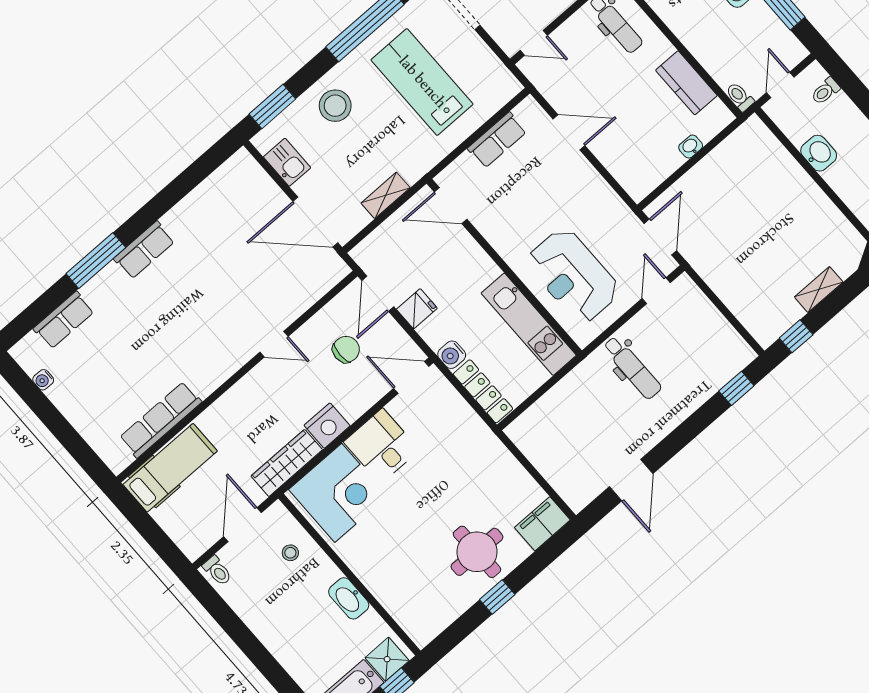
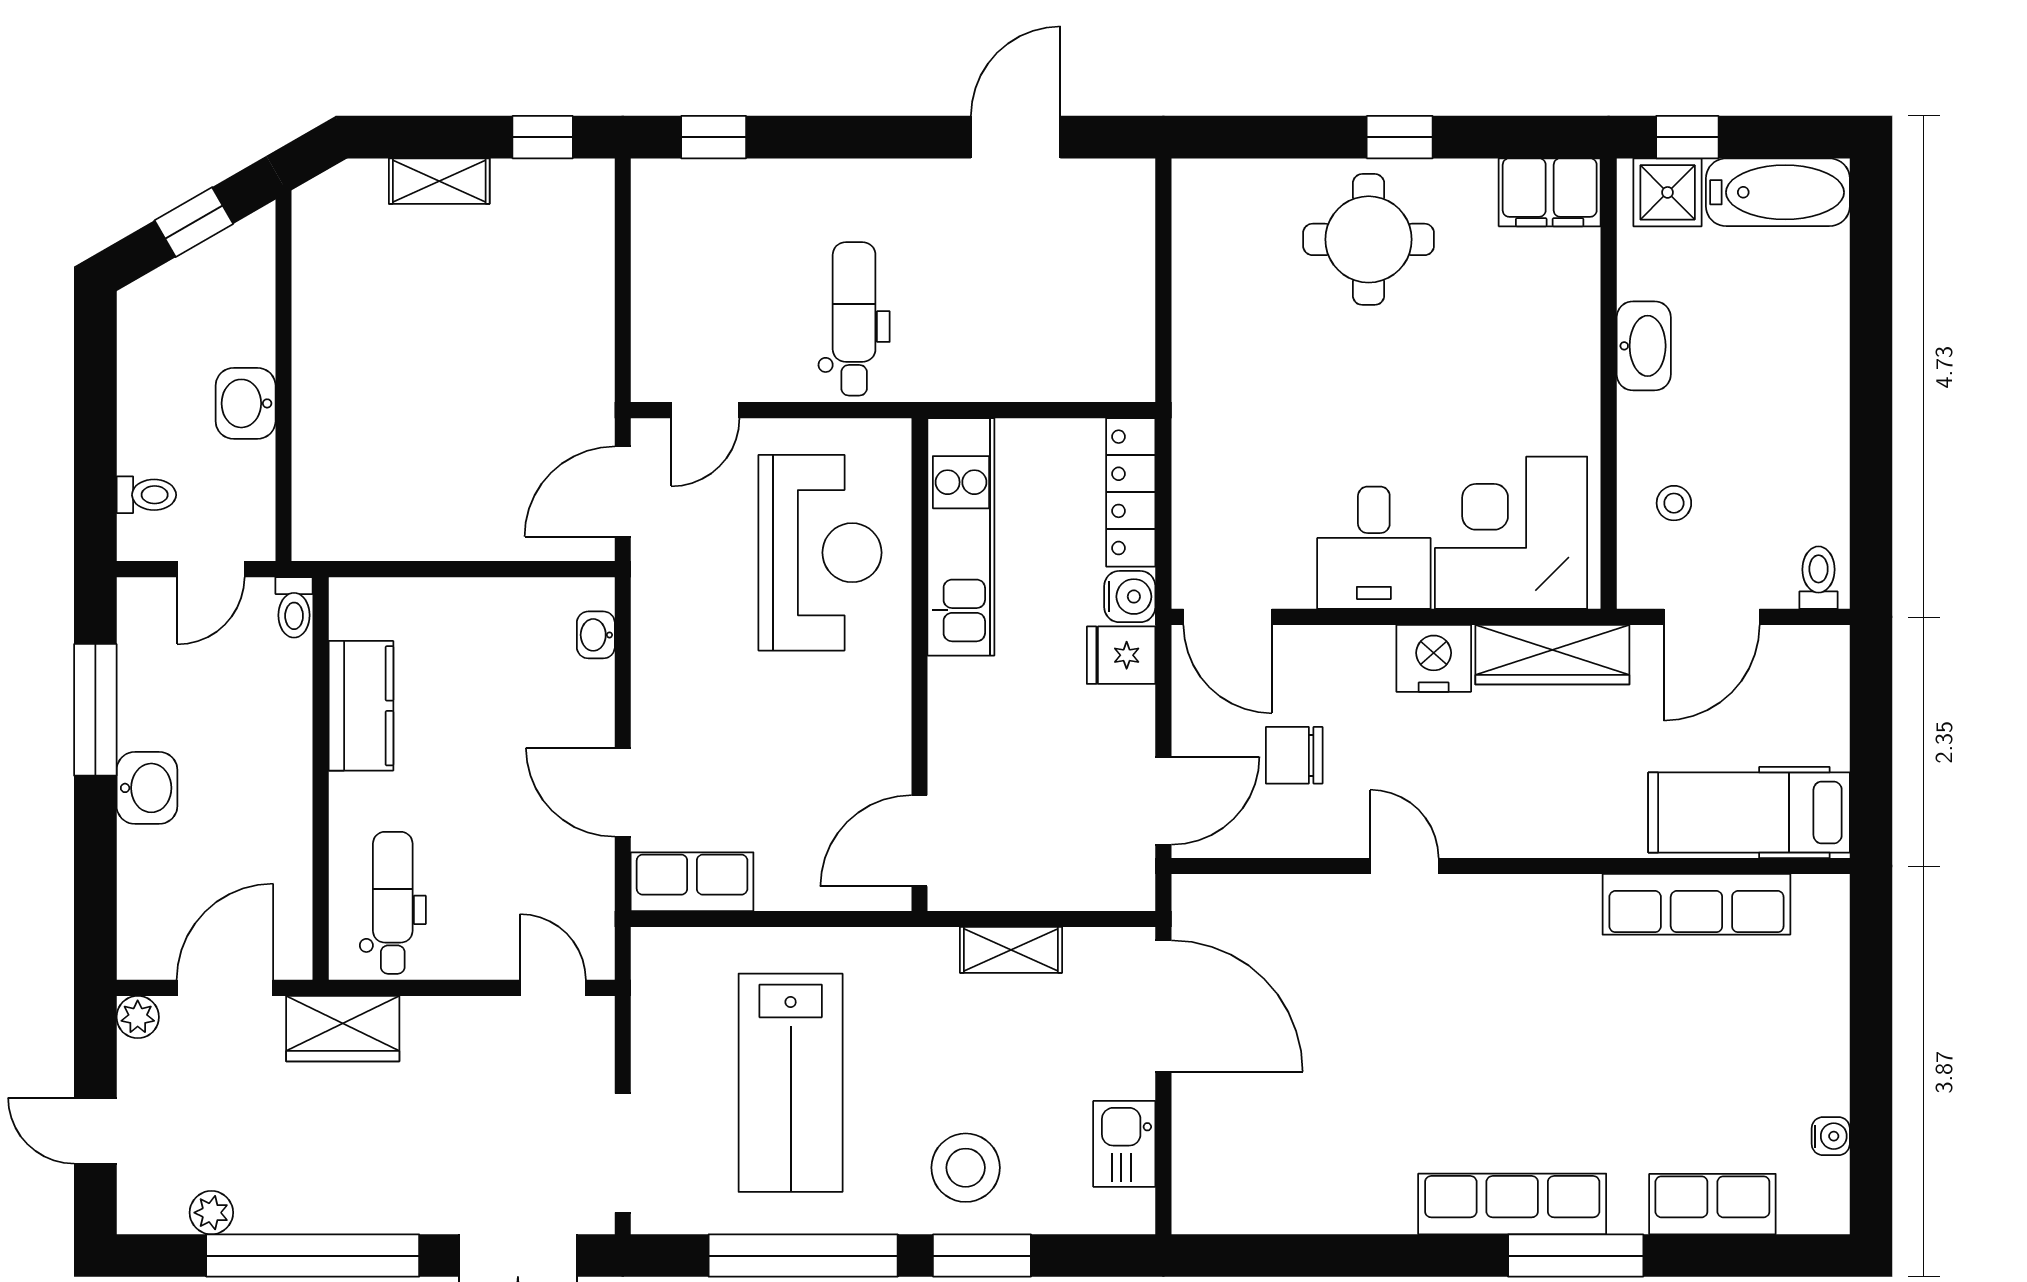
window: (272, 106) -> (982, 1256), moved
row of seats: (497, 140) -> (692, 882), moved
washbasin: (691, 147) -> (596, 635), moved, turned 90
door: (451, 206) -> (920, 841), swing flipped
row of seats: (144, 250) -> (1512, 1204), width x1.48
fridge: (417, 309) -> (1121, 655), moved
filing cabinet: (542, 524) -> (1550, 192), moved

